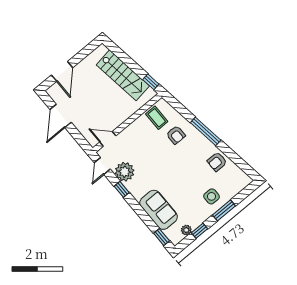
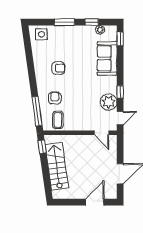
window: (206, 131) -> (37, 111), moved
armchair: (217, 162) -> (58, 68), moved
side table: (211, 196) -> (41, 34), moved

